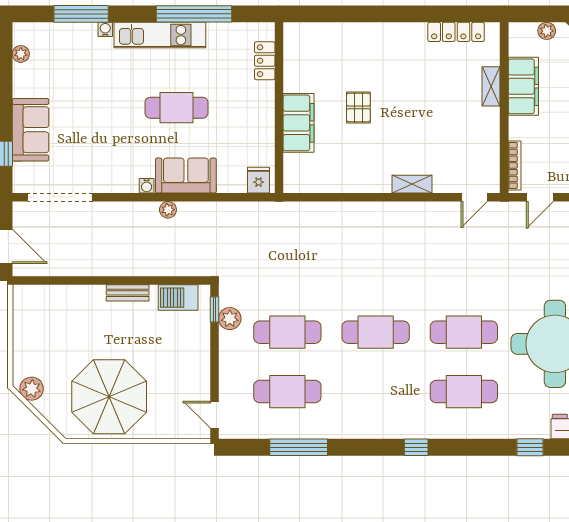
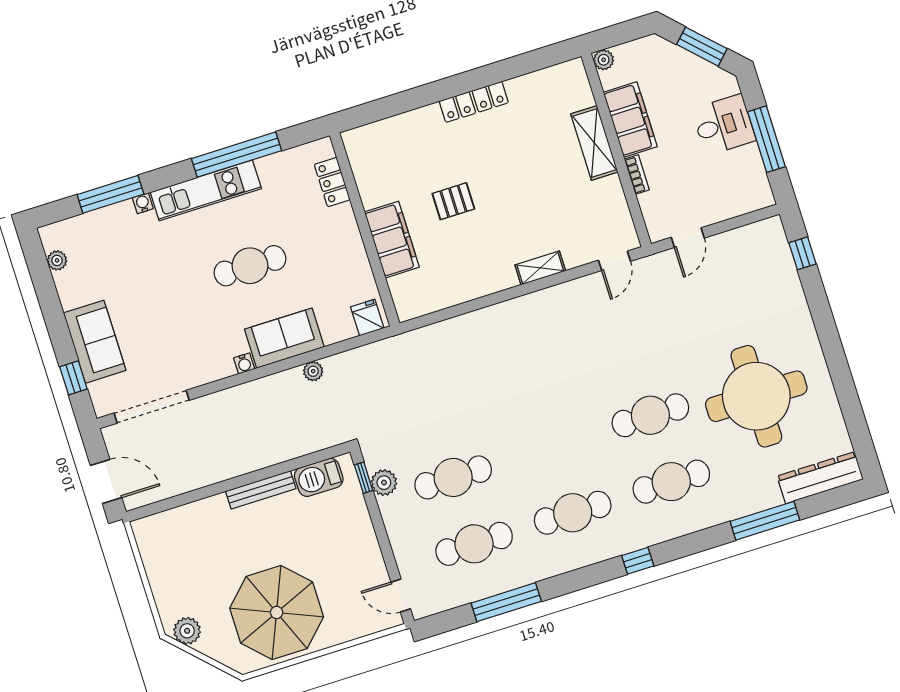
plant: (547, 31) -> (604, 60), moved
locker: (456, 32) -> (474, 102), moved
shelving: (491, 86) -> (594, 143), width x1.50, depth x1.33
pallet: (358, 107) -> (453, 201), turned 90
bookcase: (515, 165) -> (637, 175), moved, width x0.64
plant: (168, 210) -> (313, 371), moved
bench: (128, 293) -> (261, 490), width x1.36
cafe table: (376, 332) -> (573, 513), moved
window: (530, 447) -> (765, 521), width x2.17

